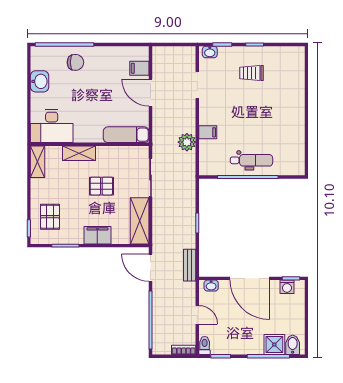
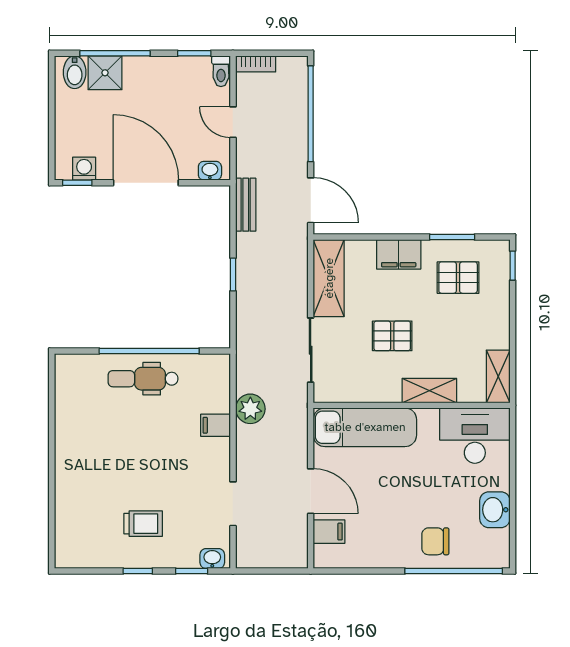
exam couch: (126, 135) -> (365, 427), width x1.36, depth x1.45
pallet: (50, 217) -> (458, 278), moved, turned 90

